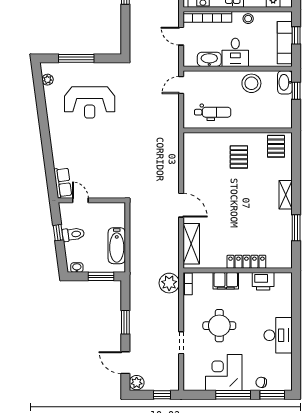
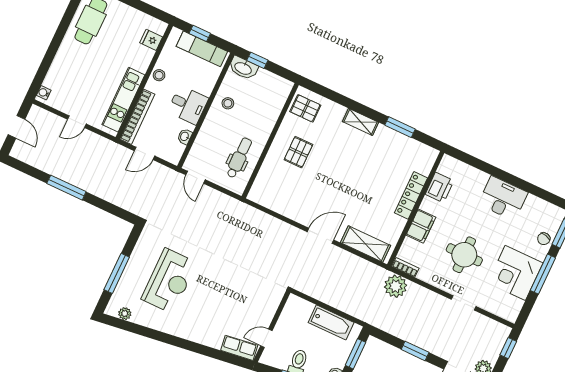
washbasin: (209, 59) -> (185, 137), width x0.52, depth x0.69
stool: (251, 83) -> (228, 103), width x0.53, depth x0.53
pallet: (239, 157) -> (298, 152), turned 90

